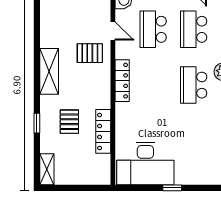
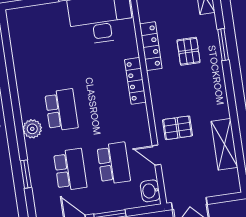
shelving: (49, 71) -> (224, 144), moved
locker: (122, 81) -> (135, 81), moved
window: (37, 123) -> (223, 45), width x1.50

